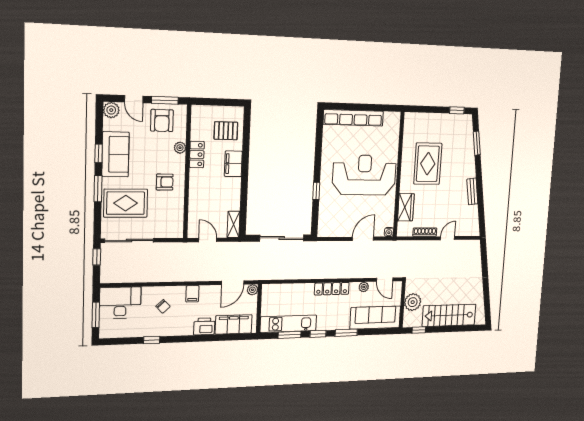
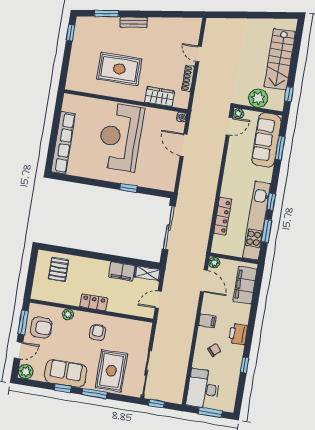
locker: (197, 155) -> (94, 302), moved
filing cabinet: (233, 164) -> (122, 271), moved
bench: (472, 191) -> (134, 22), moved
plant: (364, 287) -> (238, 114), moved
locker: (332, 289) -> (223, 216), moved
kitchen unit: (288, 324) -> (257, 221), width x1.36
printer: (204, 326) -> (238, 334), moved
window: (346, 333) -> (280, 148), moved

